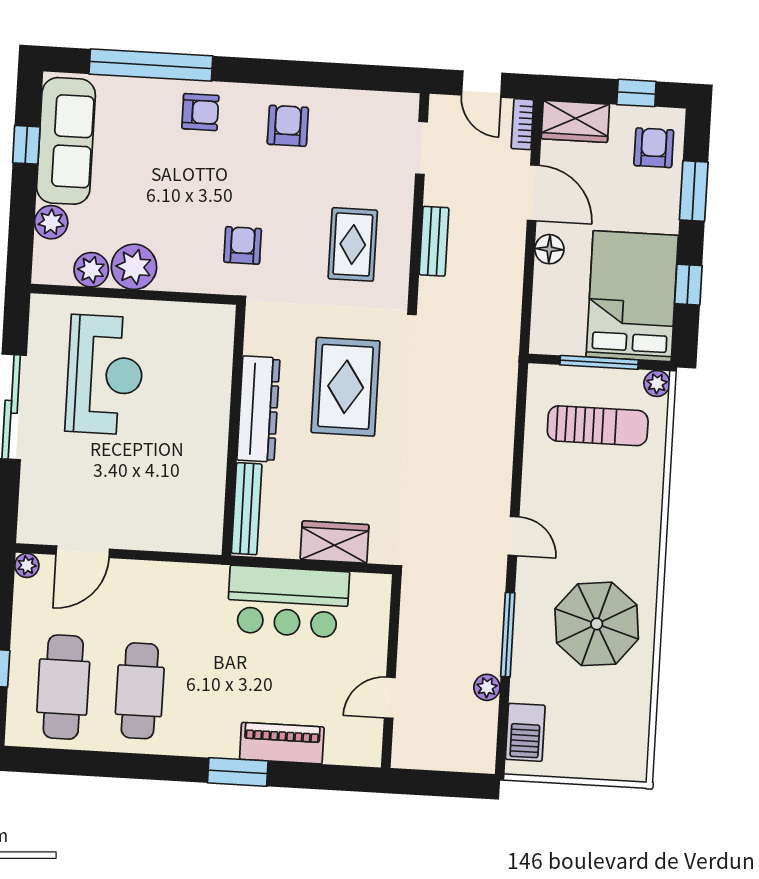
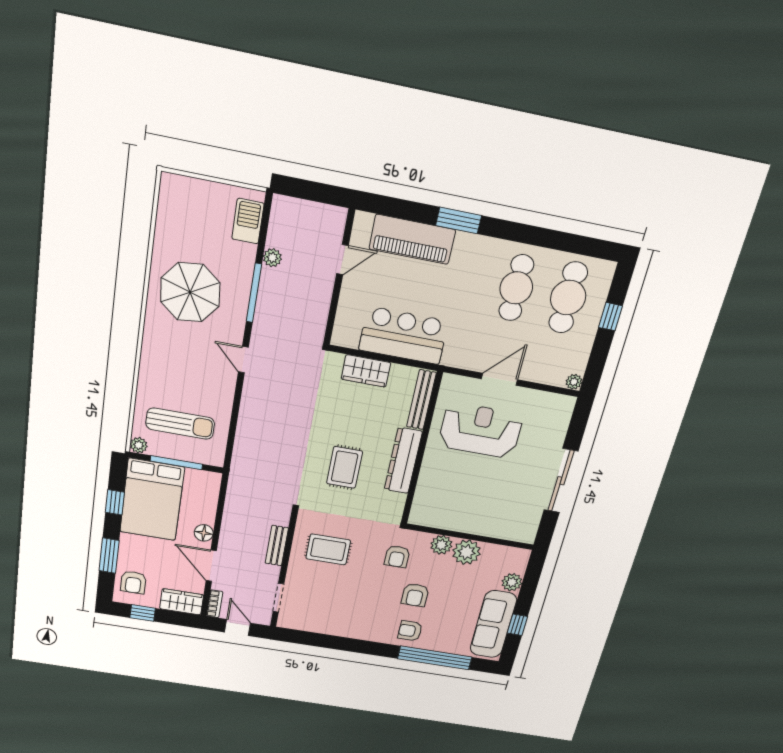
armchair: (288, 126) -> (415, 595), moved
rug: (353, 244) -> (328, 549), turned 90
plant: (91, 270) -> (441, 545), moved
reception desk: (105, 375) -> (480, 430), moved, turned 90
rug: (346, 387) -> (345, 467), width x0.73, depth x0.70
sun lounger: (598, 426) -> (180, 424), turned 180
door: (83, 552) -> (499, 379), moved
piano: (282, 743) -> (412, 239), width x1.37, depth x1.33

